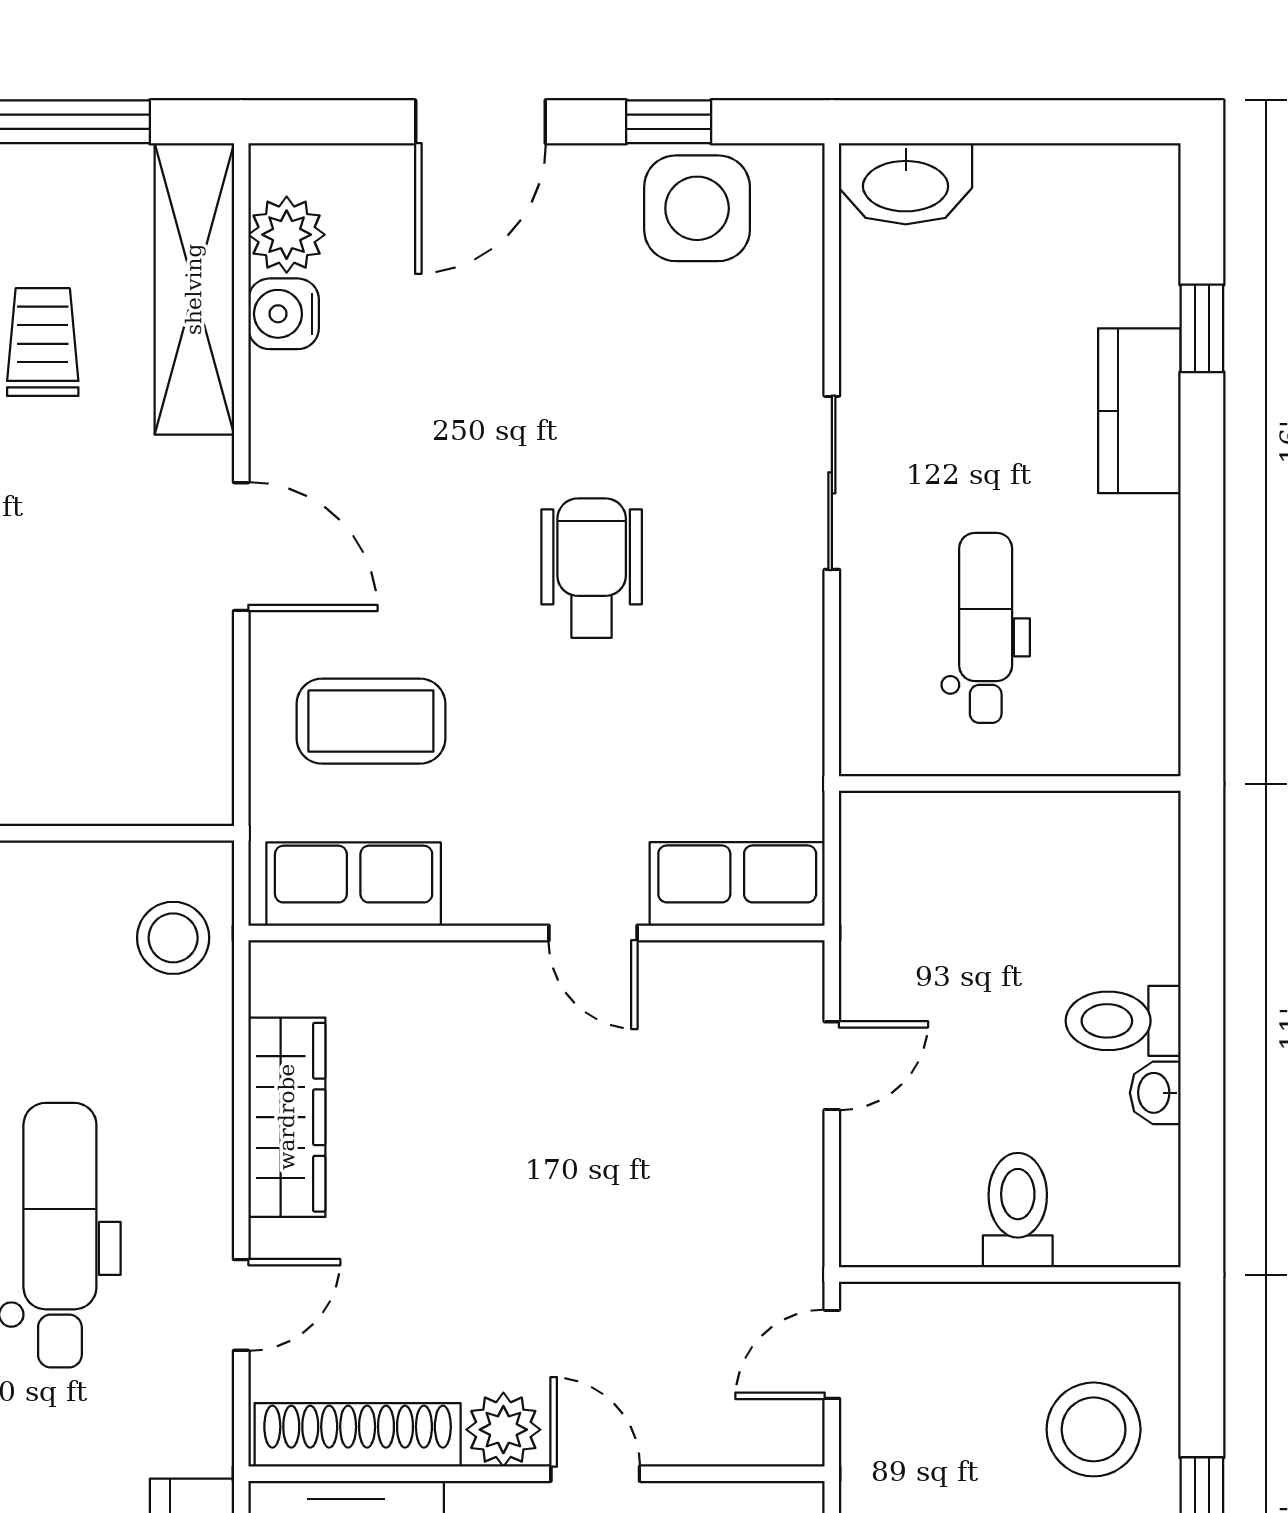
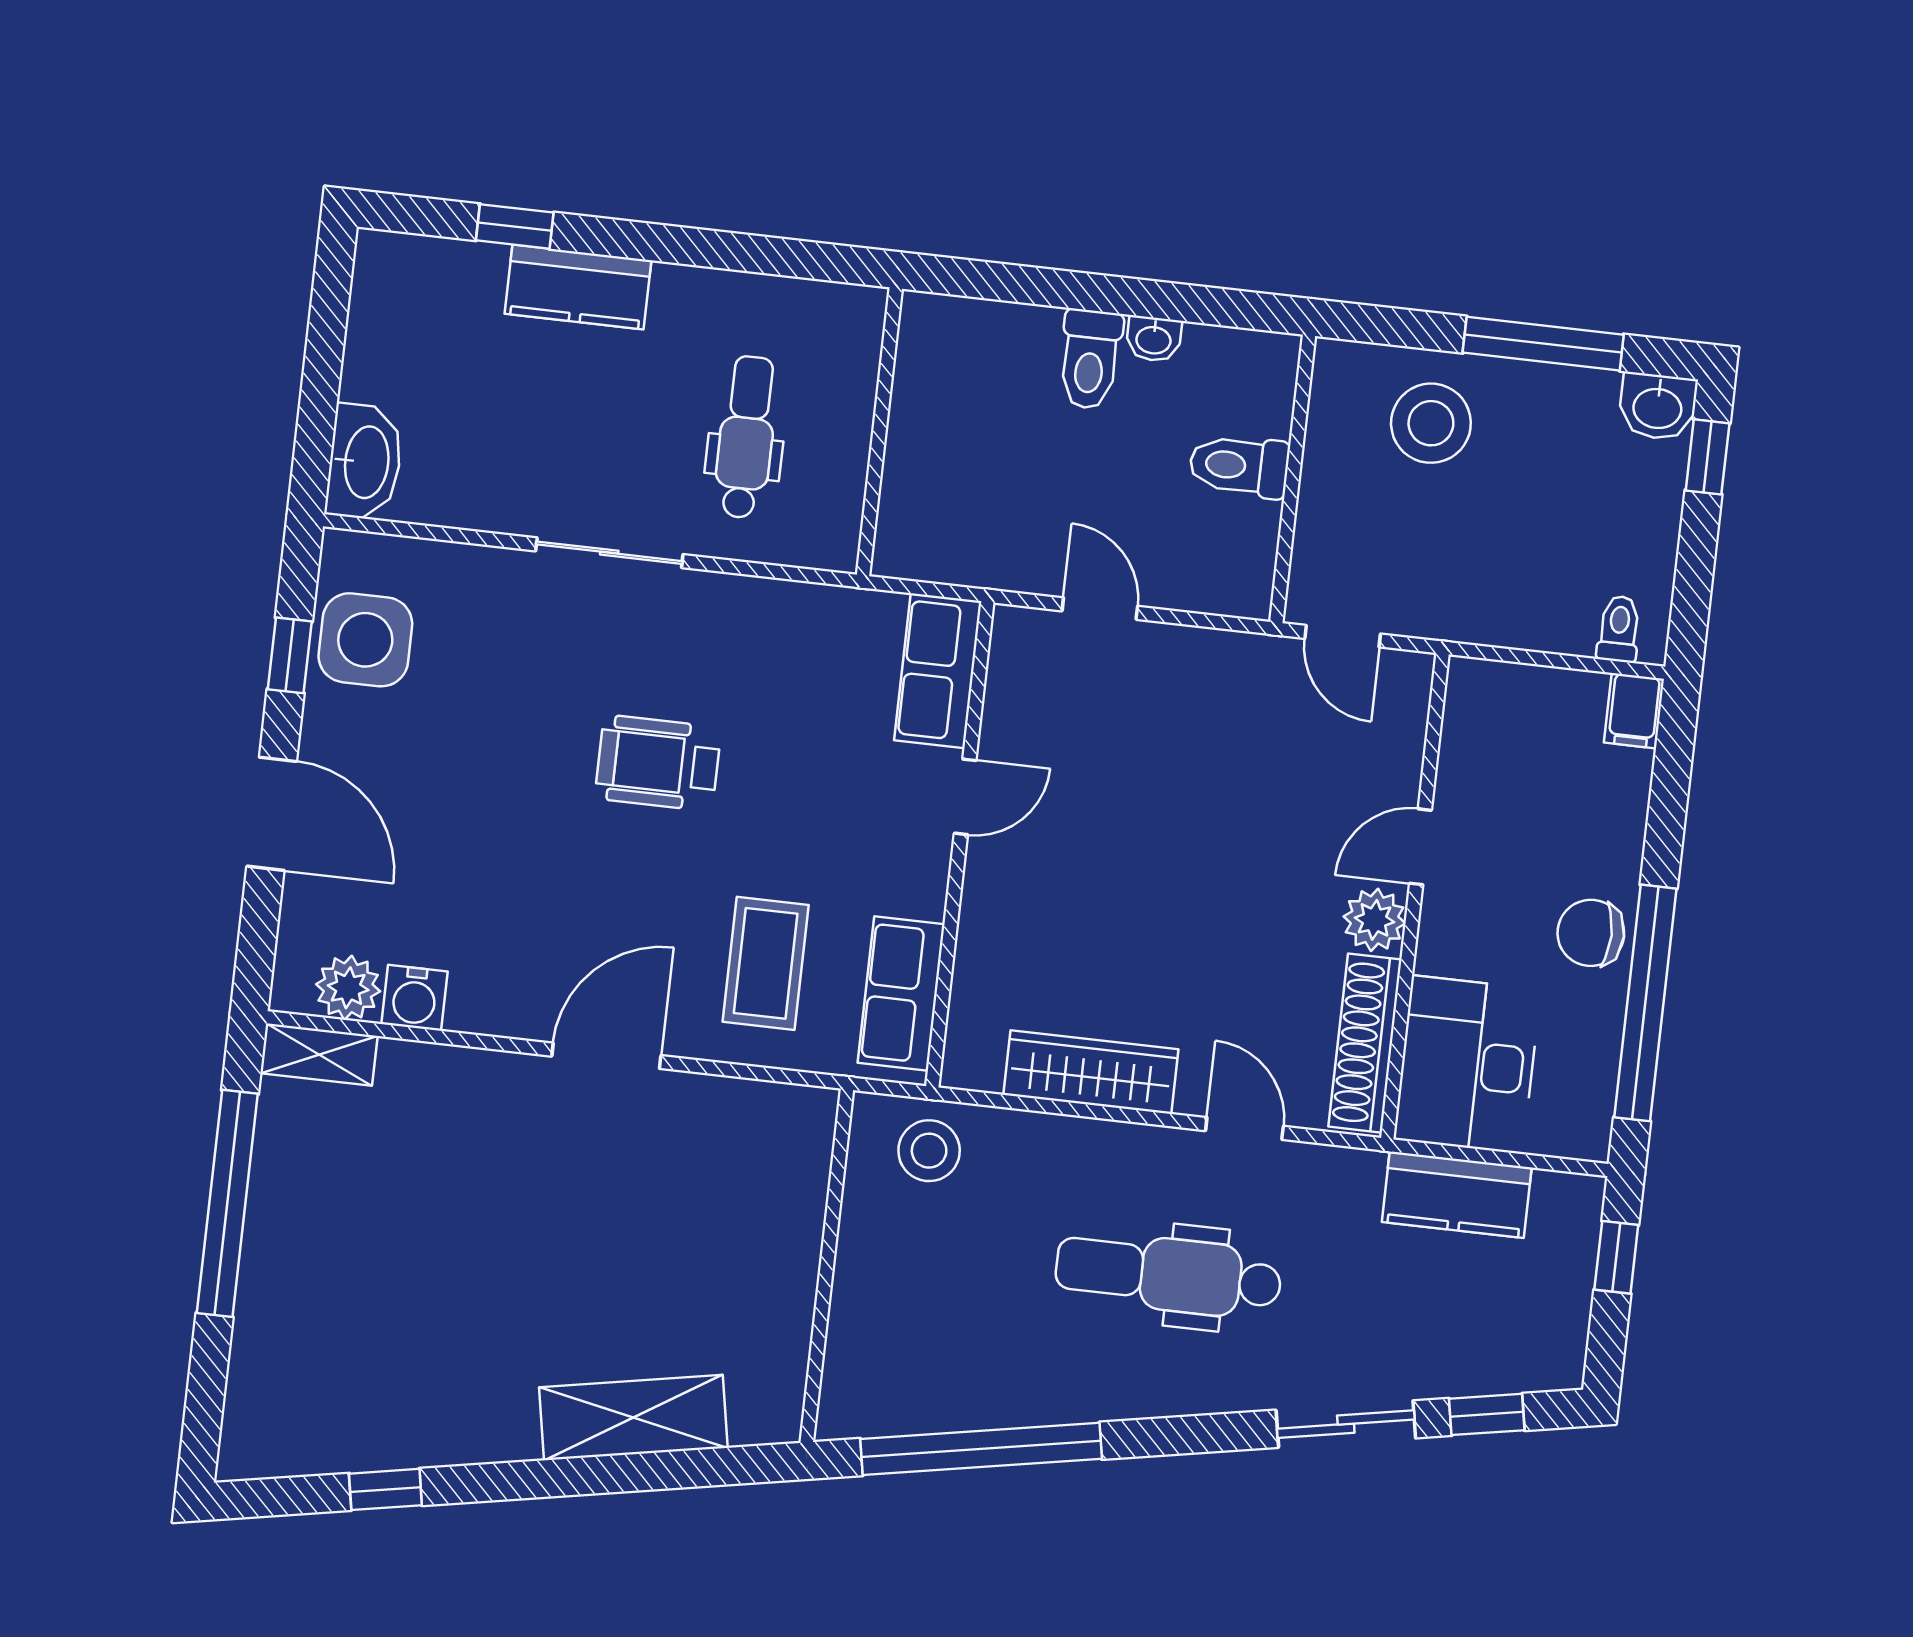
shelving: (194, 289) -> (319, 1055), width x0.45, depth x0.75
trolley: (43, 342) -> (415, 1203), removed
dental chair: (986, 628) -> (746, 437), turned 90

